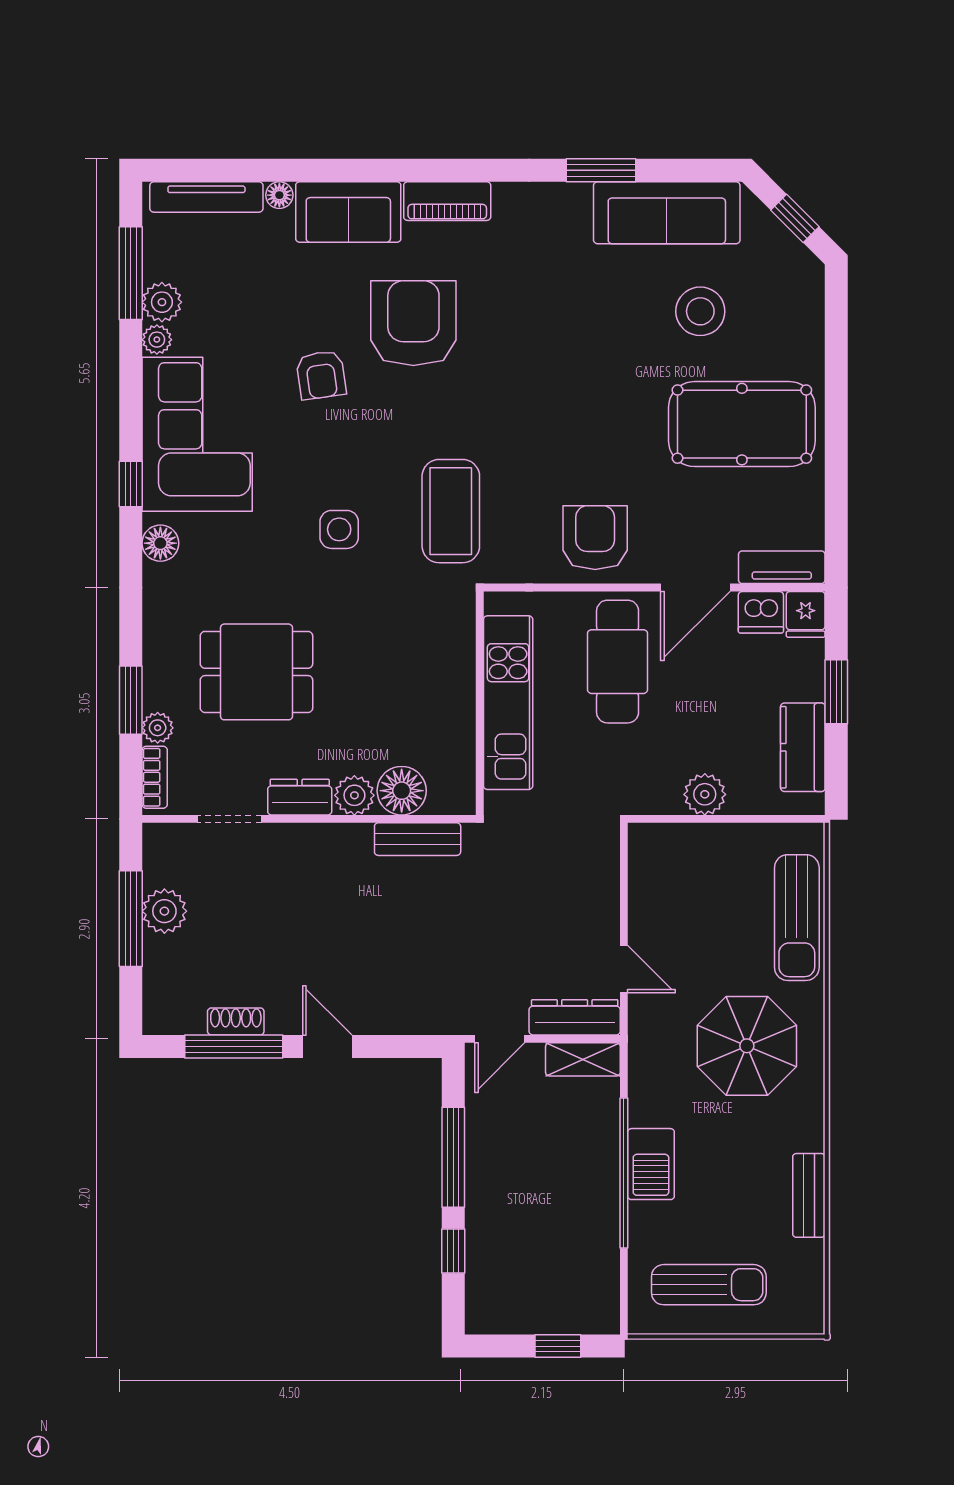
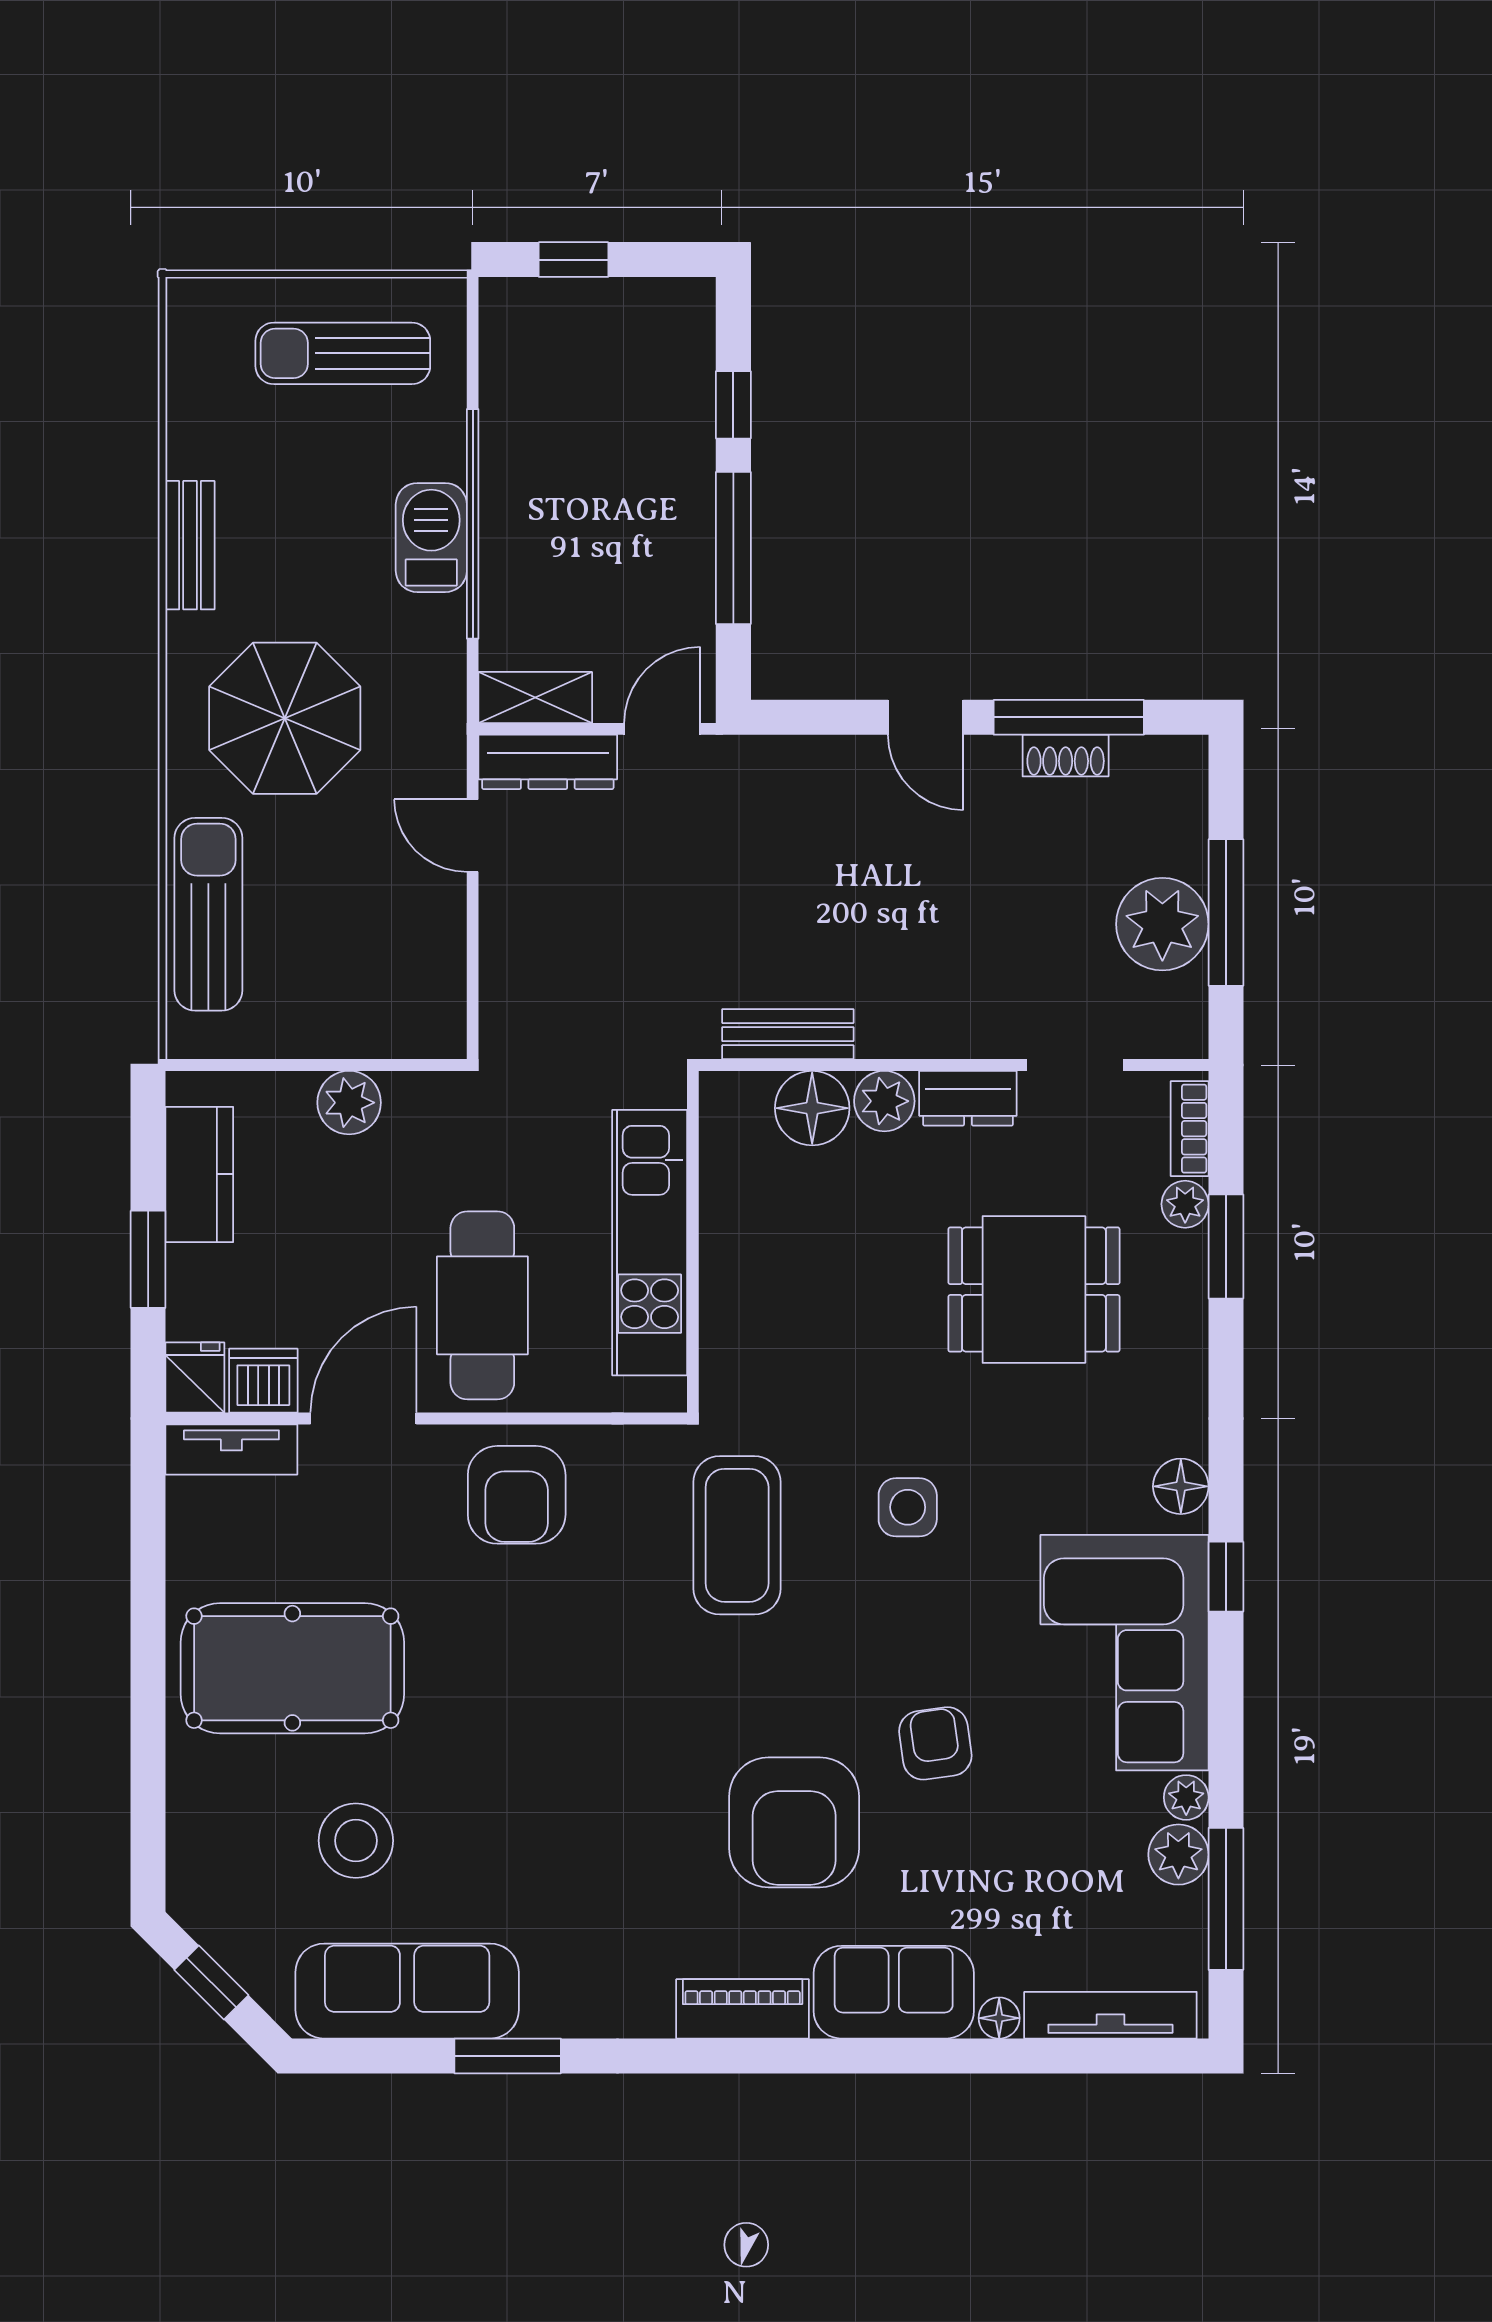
plant: (164, 911) -> (1162, 924), width x1.36, depth x1.36
bench: (809, 1195) -> (190, 545), moved

